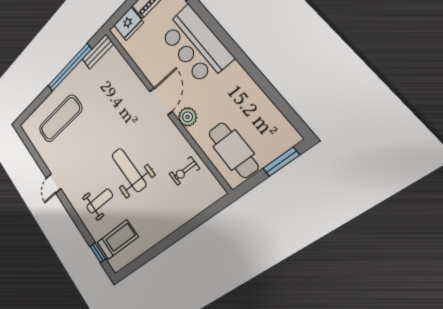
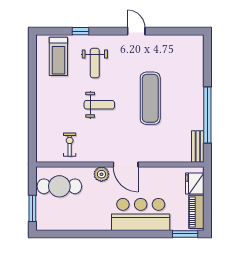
exercise mat: (60, 119) -> (150, 98), moved
weight bench: (129, 170) -> (99, 105), width x0.73, depth x0.75
window: (98, 253) -> (81, 31), moved

